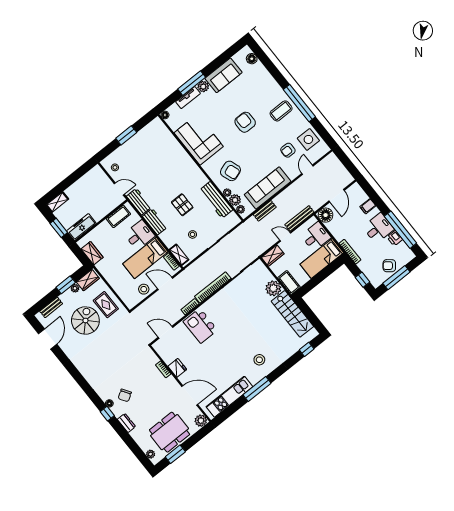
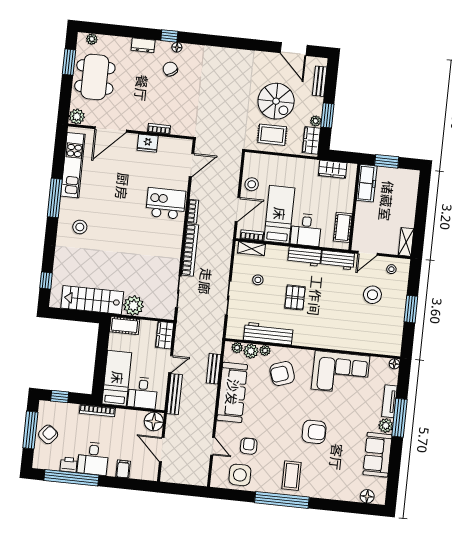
stool: (139, 164) -> (372, 295), added
shelving: (57, 202) -> (406, 242), moved
pallet: (182, 205) -> (295, 297), turned 90

